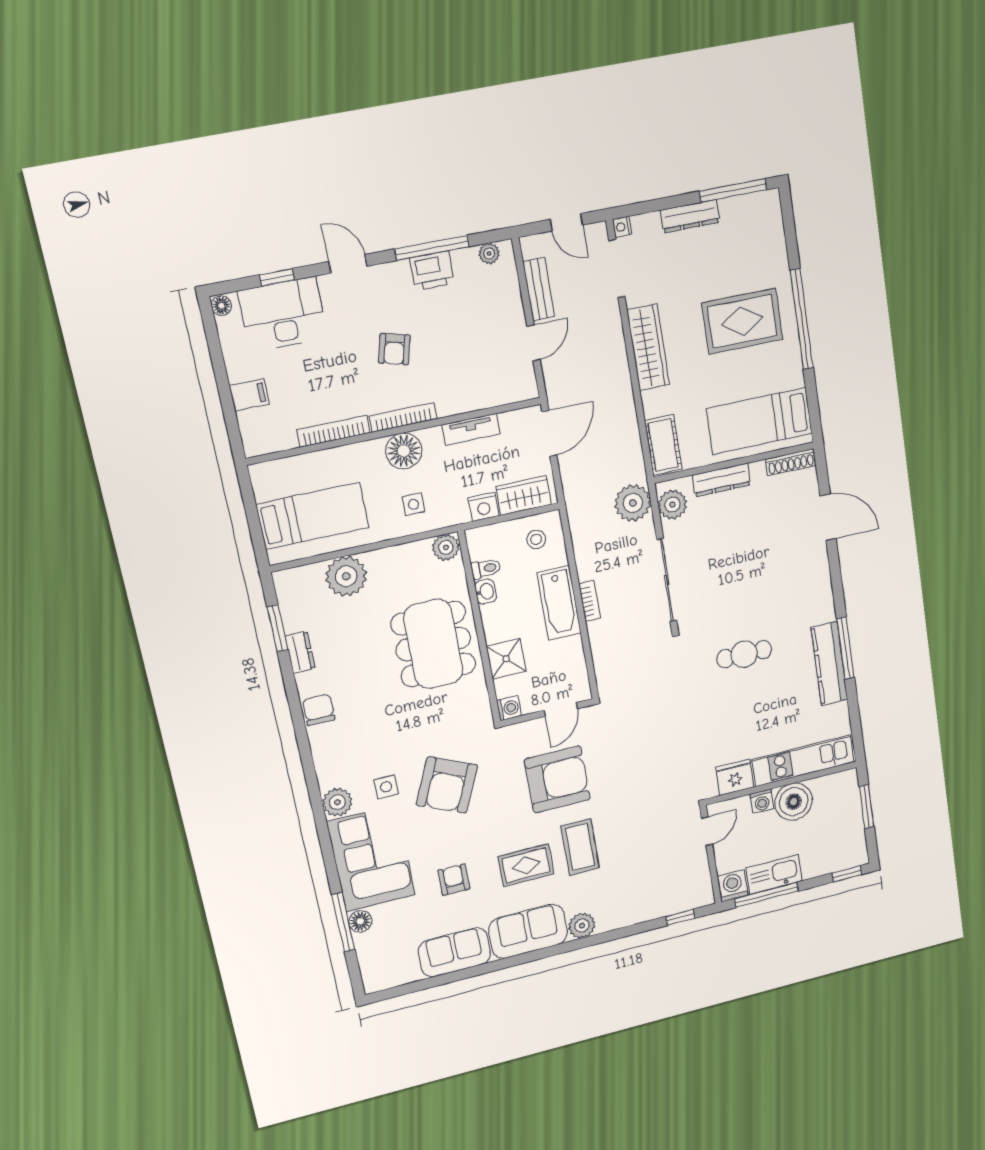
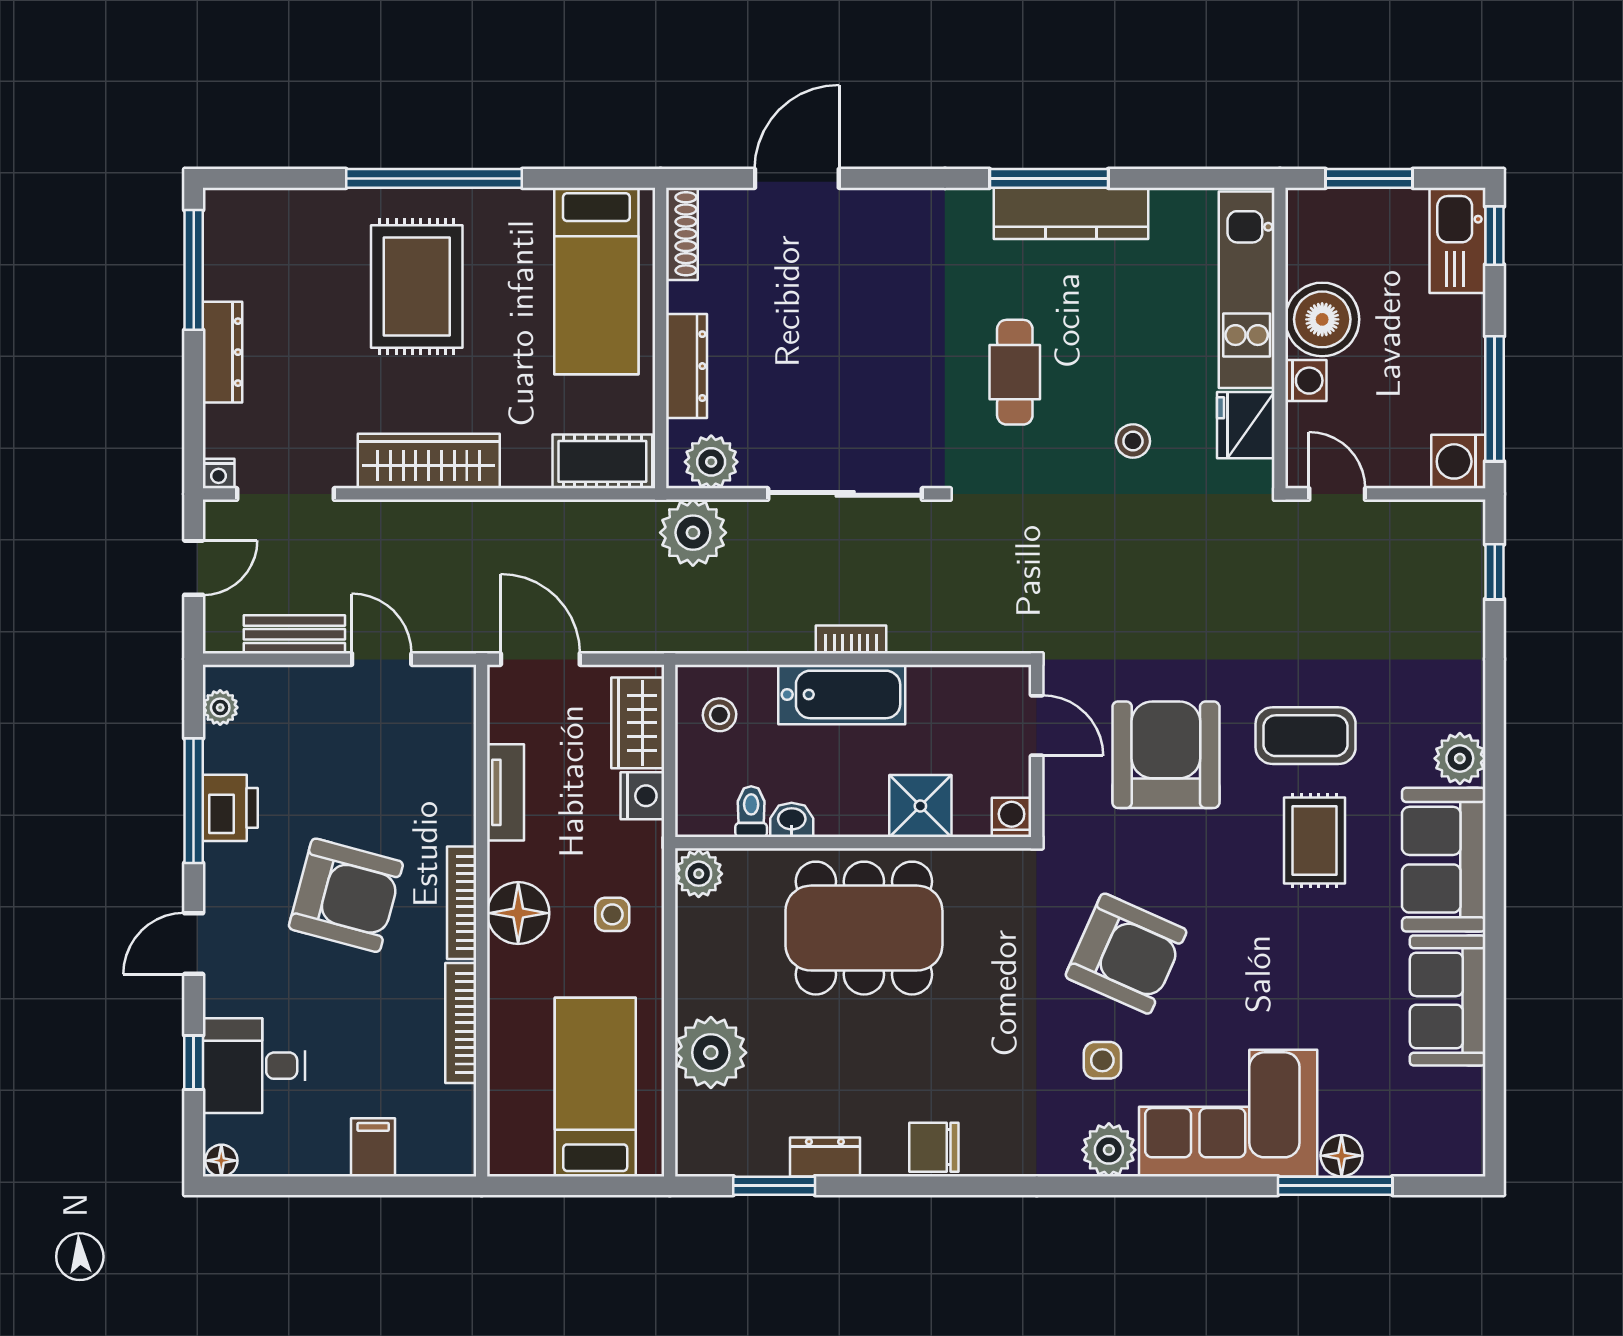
desk: (283, 314) -> (254, 1066), width x0.73
armchair: (394, 349) -> (346, 895), width x1.88, depth x1.88
stool: (718, 723) -> (1133, 441), added
kitchen sink: (774, 874) -> (1458, 240), moved
armchair: (454, 880) -> (1307, 975), removed

